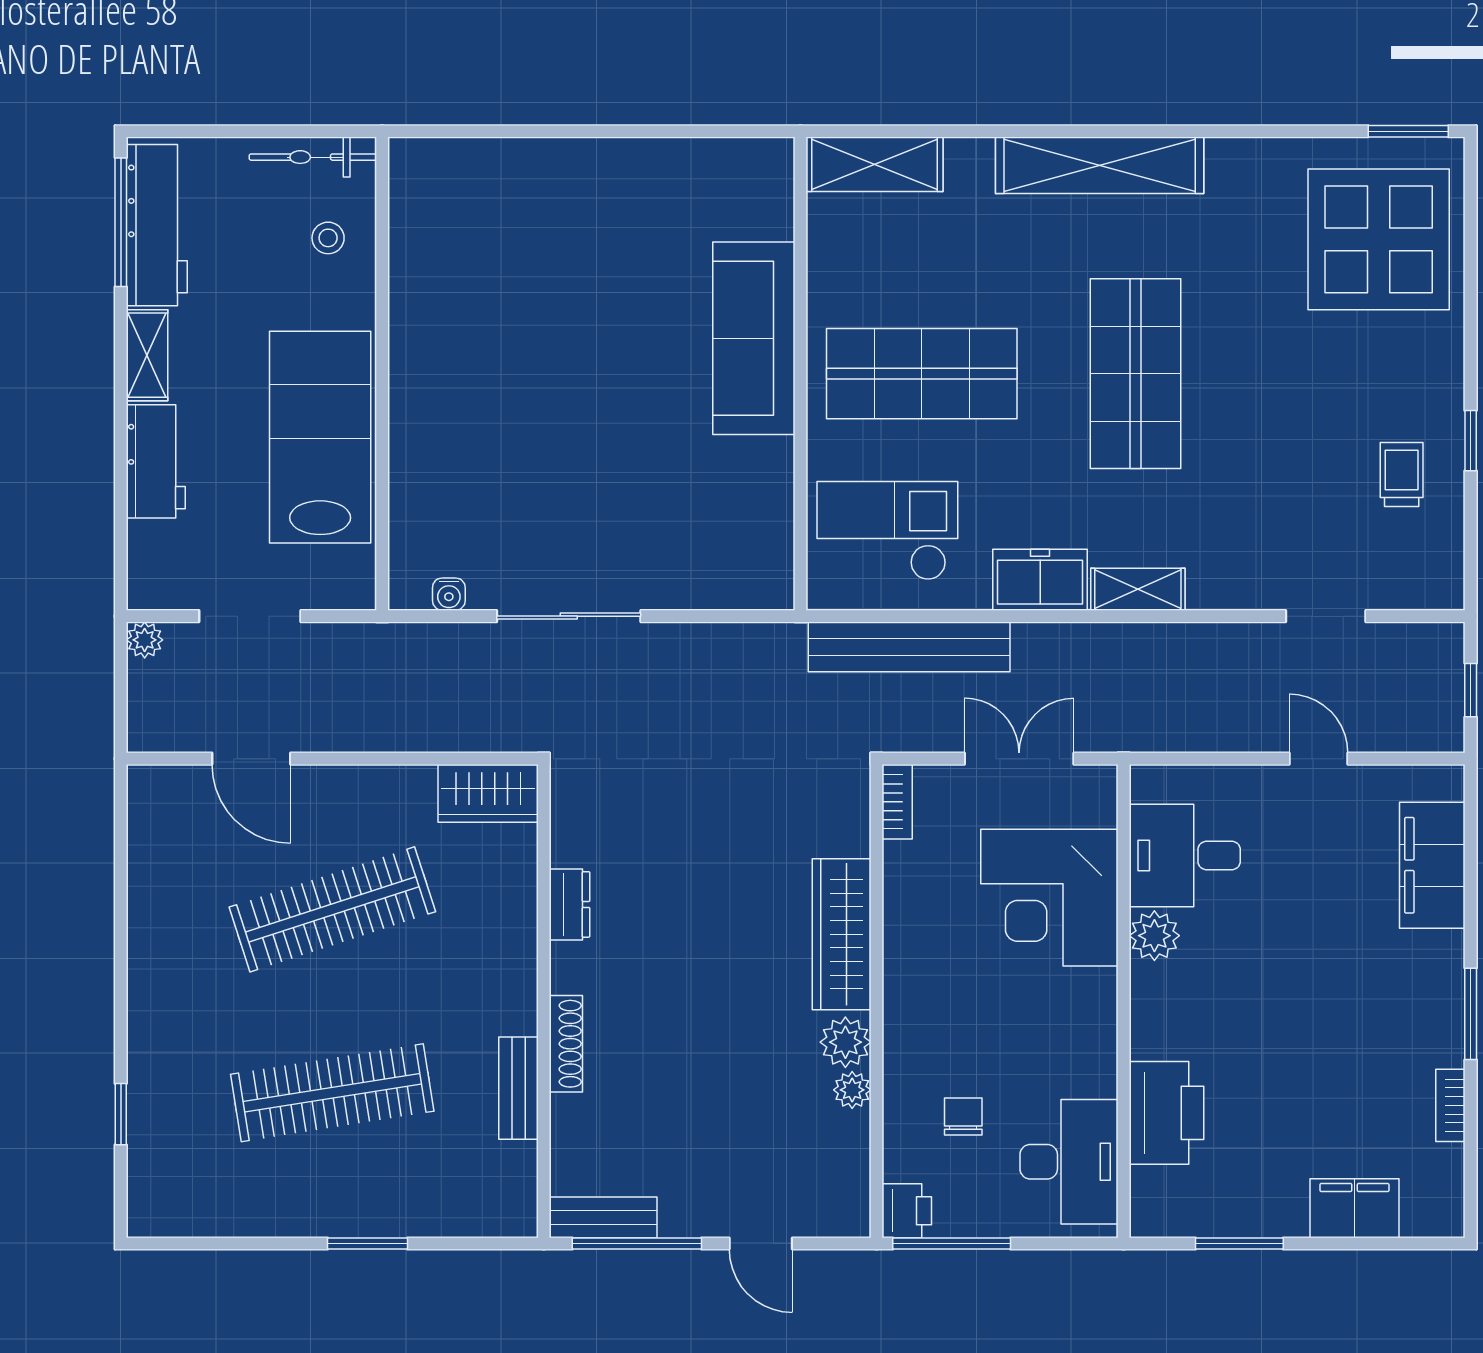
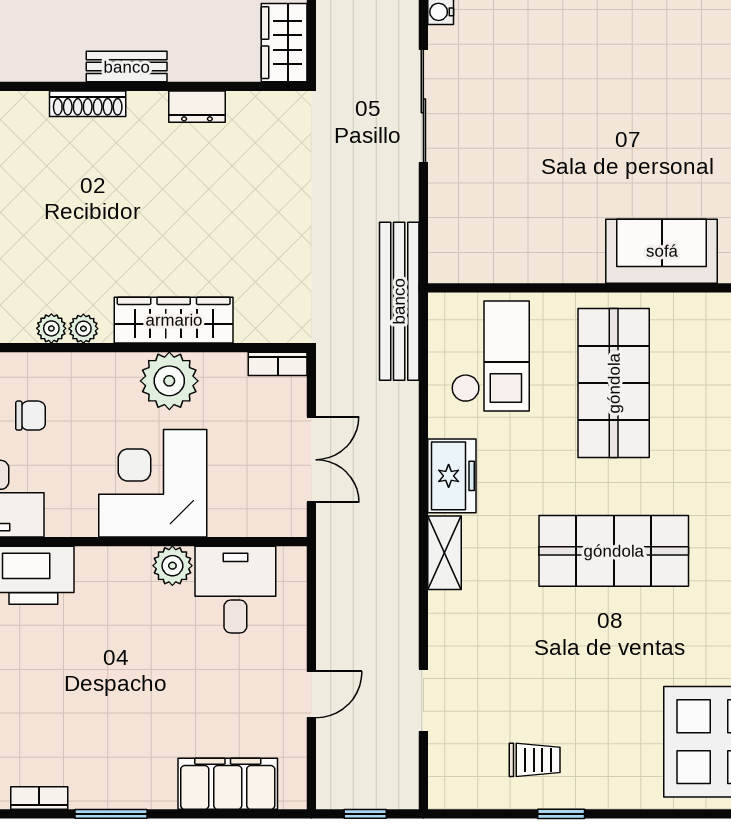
sofa: (754, 338) -> (662, 251), width x0.73
bench: (909, 647) -> (399, 301), moved
corner desk: (1049, 898) -> (153, 483), moved
plant: (919, 940) -> (169, 381), added
plant: (845, 1042) -> (83, 329), width x0.73, depth x0.73
bench: (519, 1088) -> (127, 67), moved

